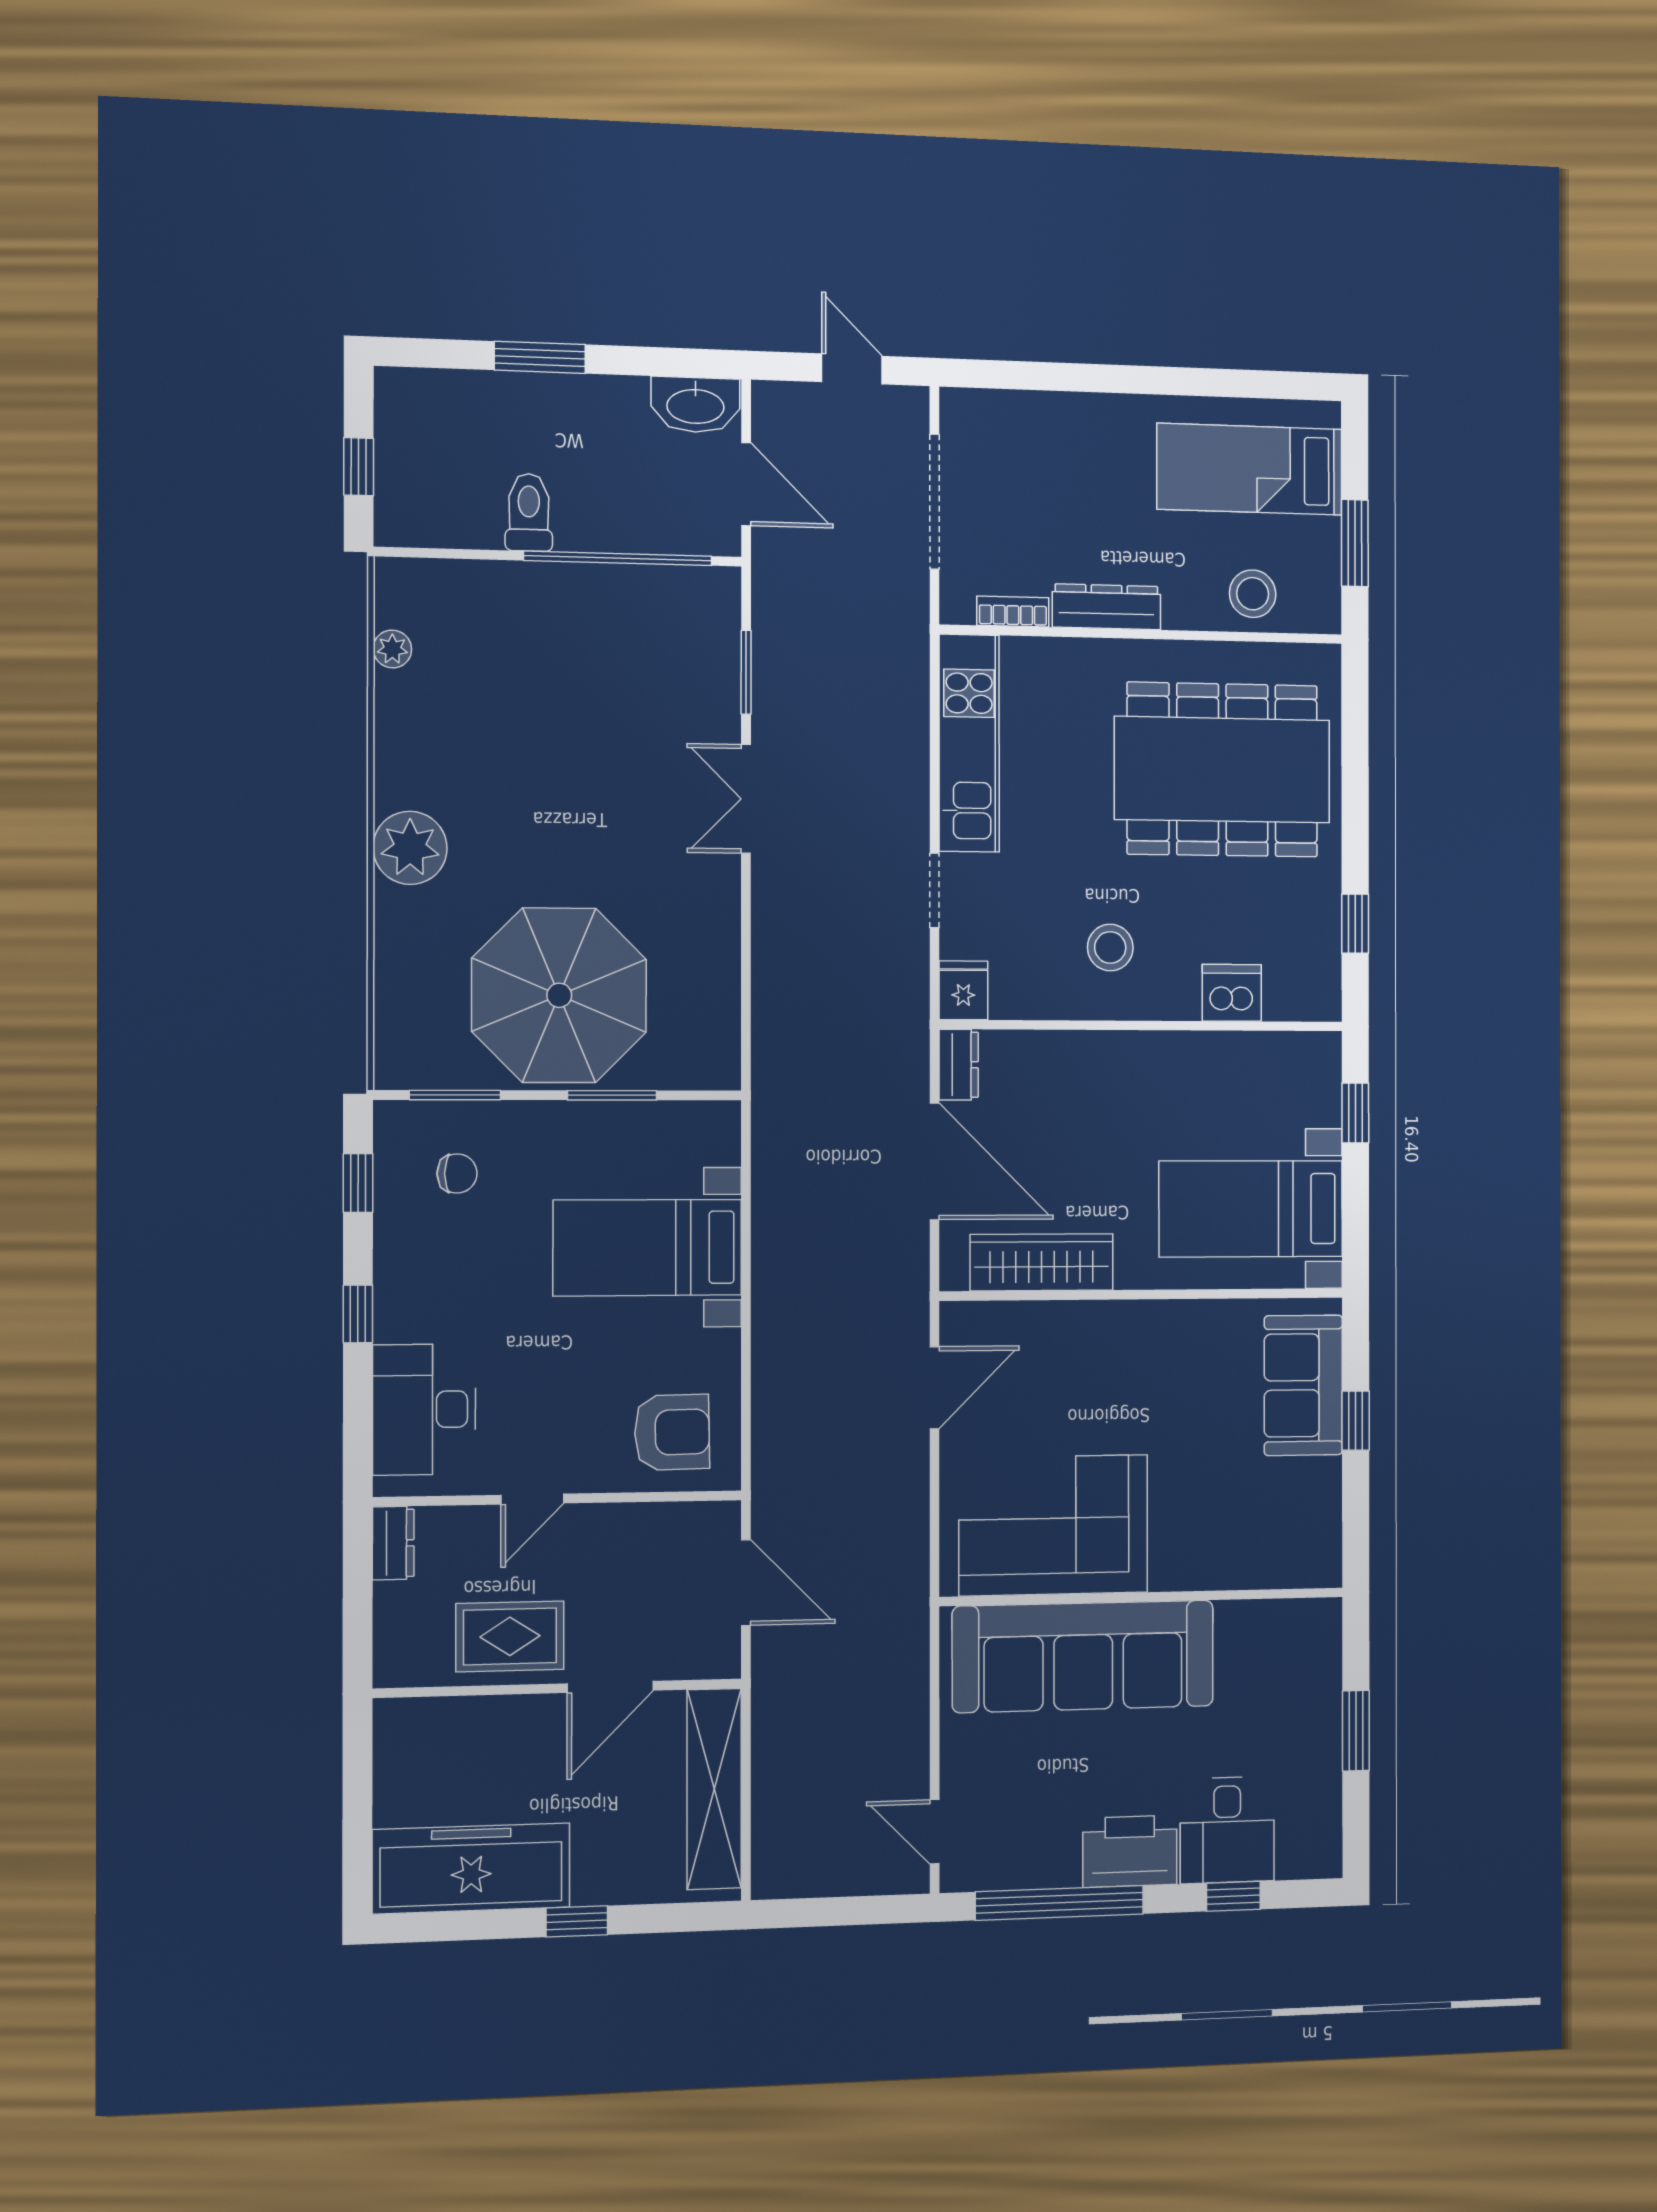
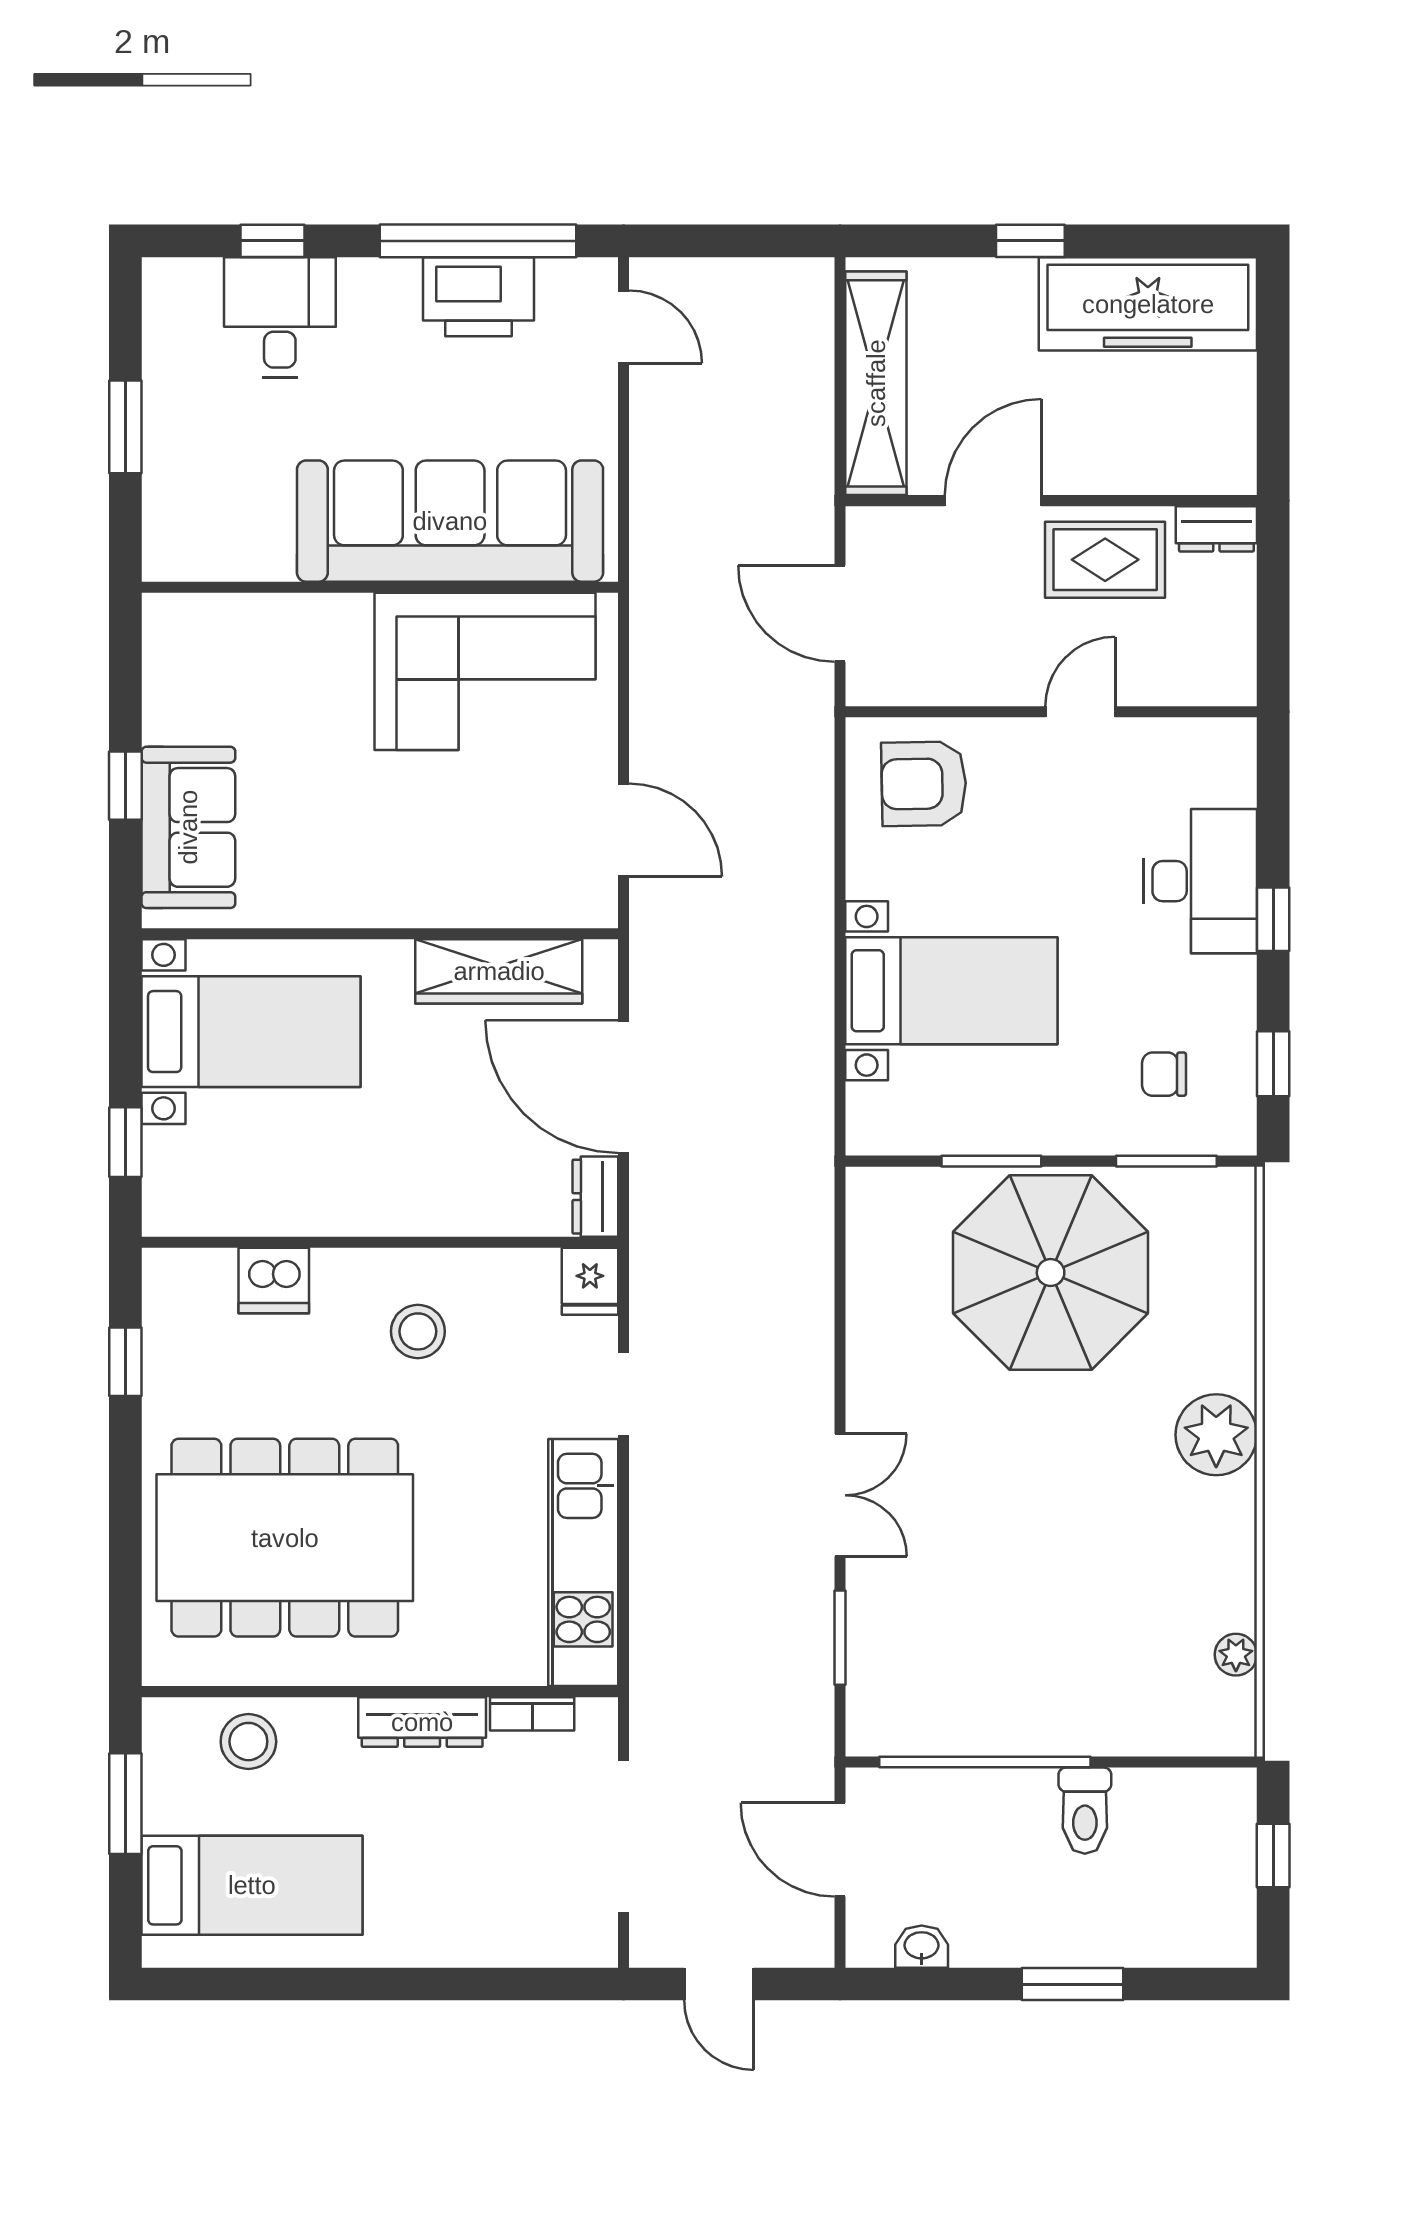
washbasin: (695, 405) -> (922, 1947), width x0.52, depth x0.69
door: (935, 1388) -> (623, 830), swing flipped
desk: (424, 1409) -> (1200, 881), moved
dresser: (393, 1543) -> (1216, 529), moved, turned -90
printer: (1130, 1851) -> (478, 297), moved

